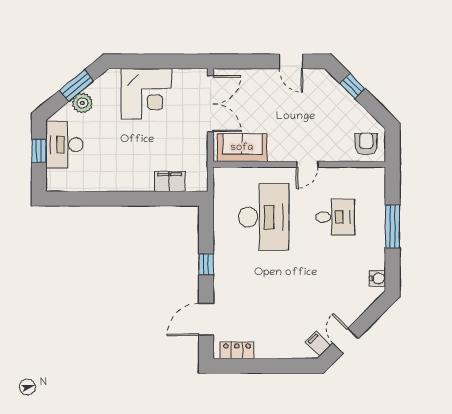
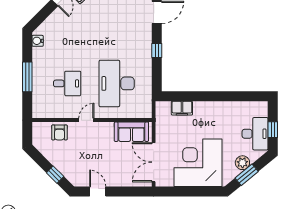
corner desk: (146, 94) -> (198, 163), width x1.36, depth x1.36
armchair: (366, 144) -> (59, 132), moved
desk: (335, 217) -> (67, 83), turned 180

